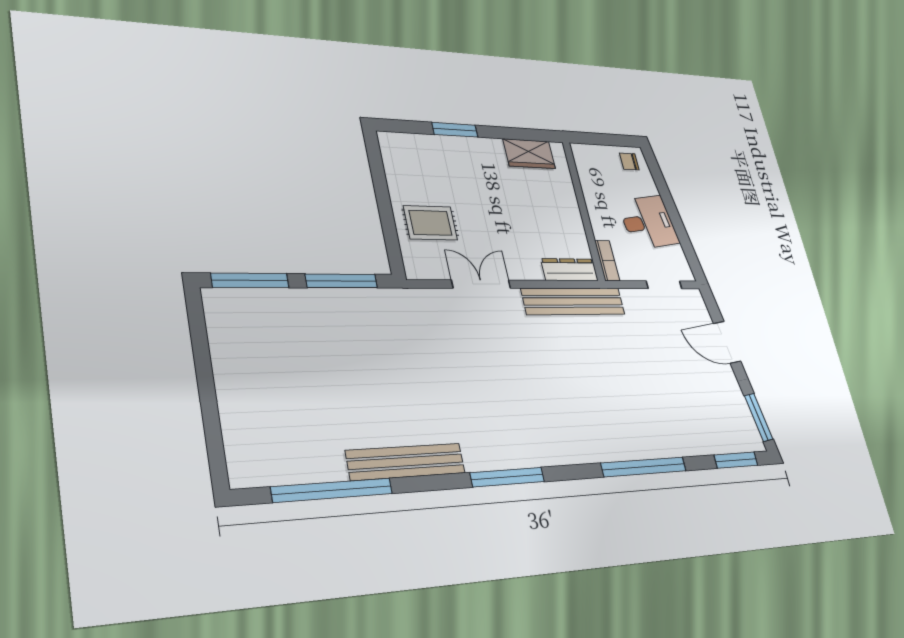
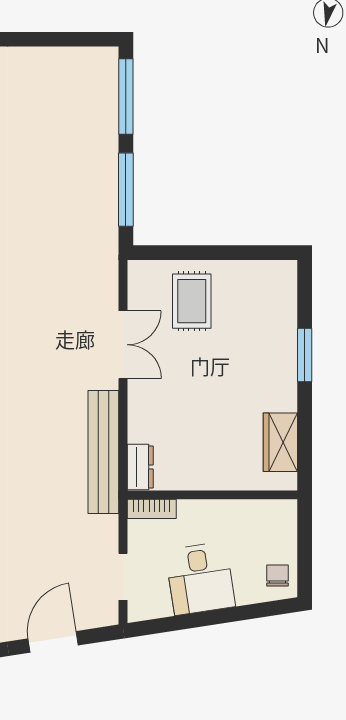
dresser: (569, 270) -> (140, 467), width x0.70

